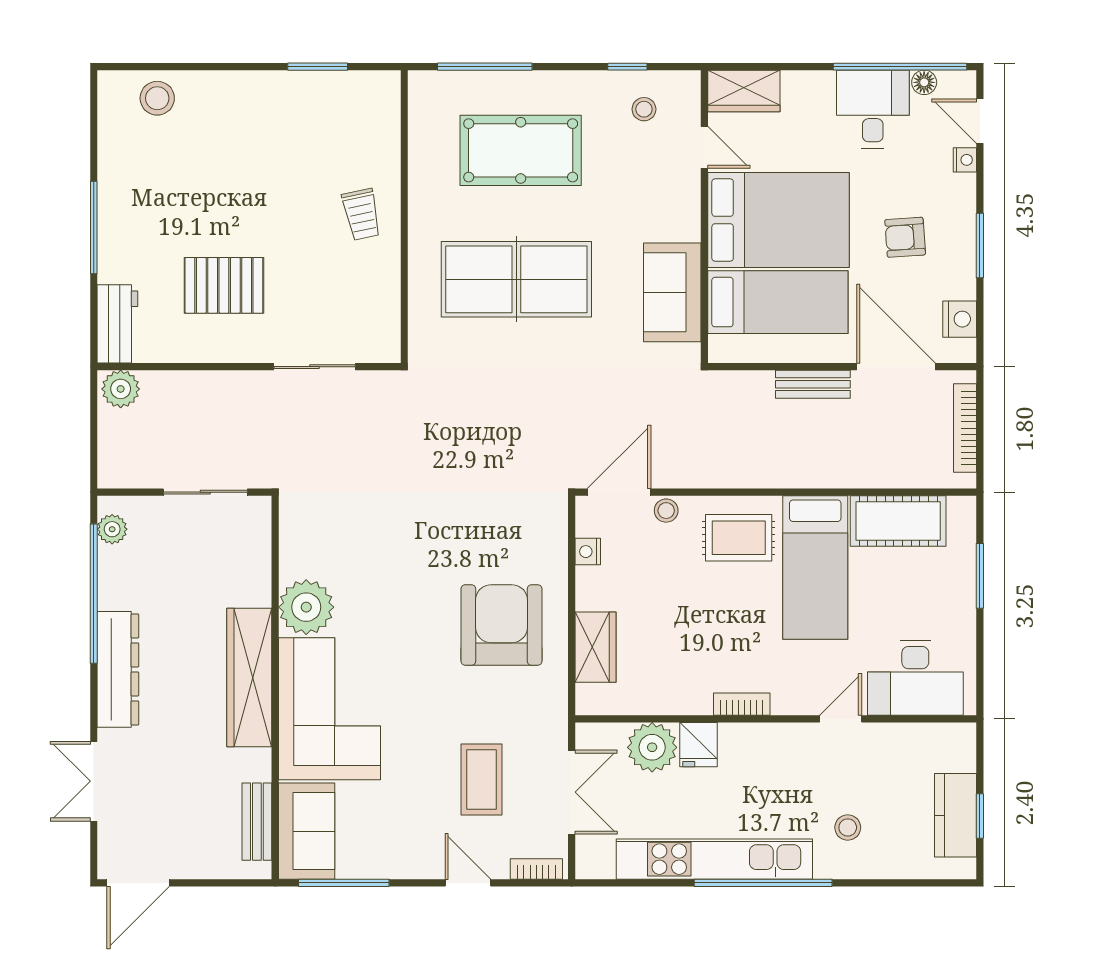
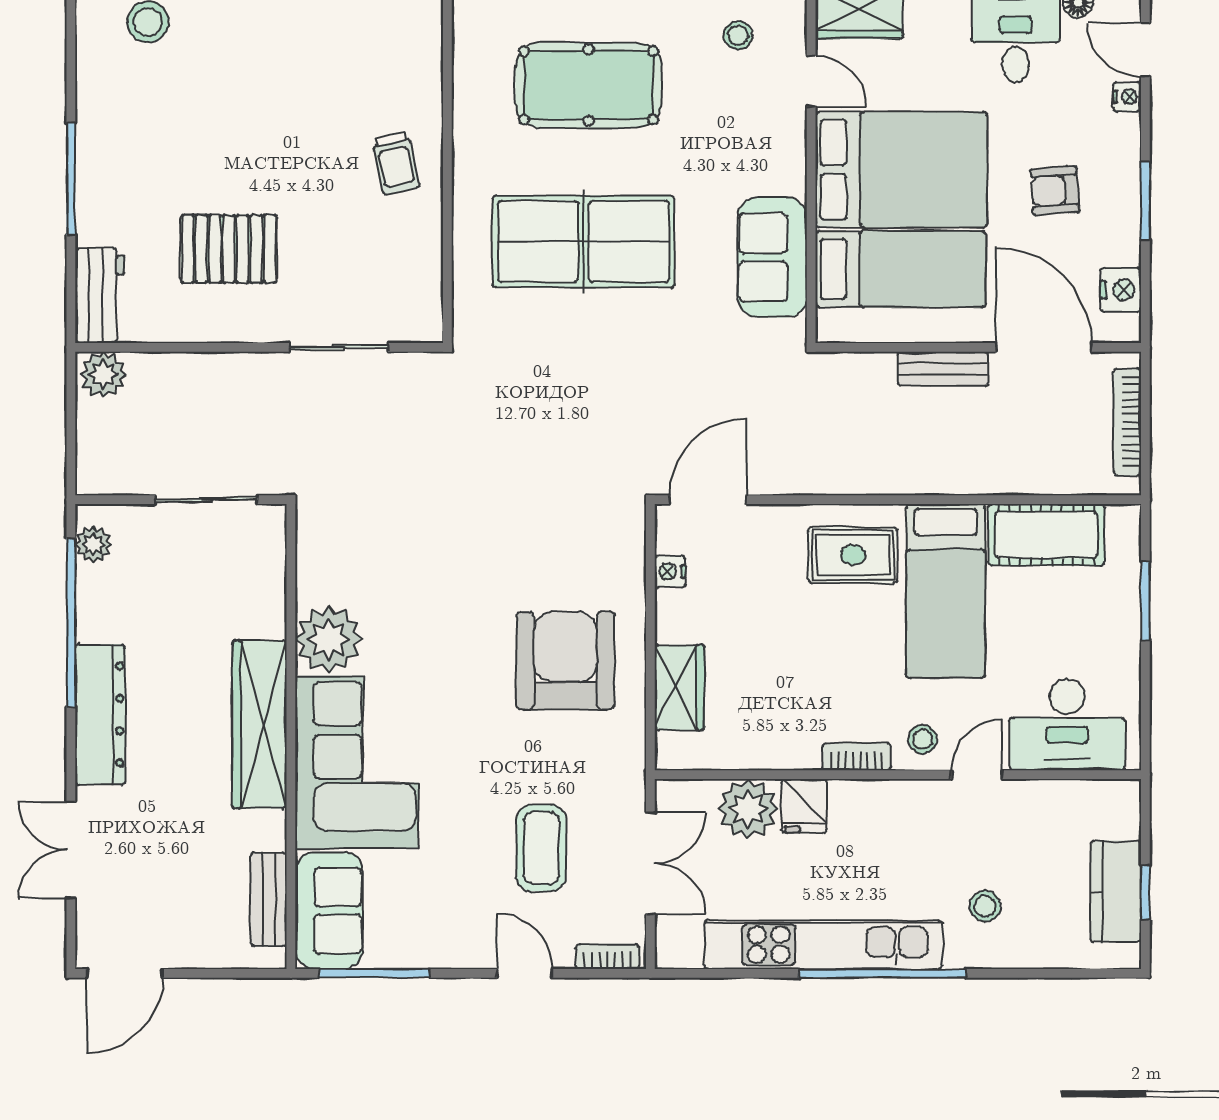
stool: (666, 511) -> (923, 739), moved

